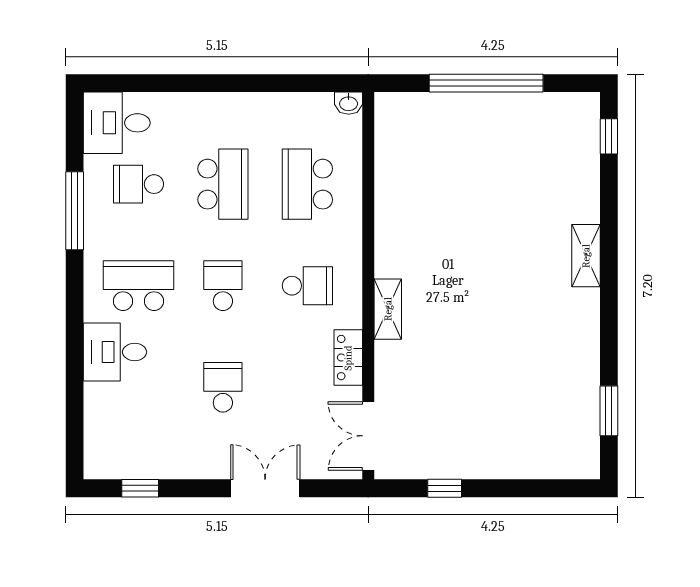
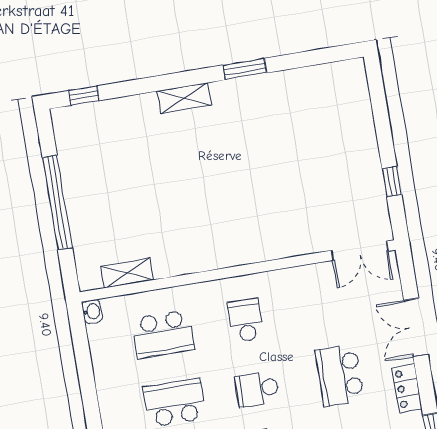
shelving: (388, 309) -> (127, 273), moved
locker: (348, 358) -> (407, 388), moved, turned 90
school desk: (223, 387) -> (340, 375), width x1.85
window: (609, 411) -> (245, 69), moved

